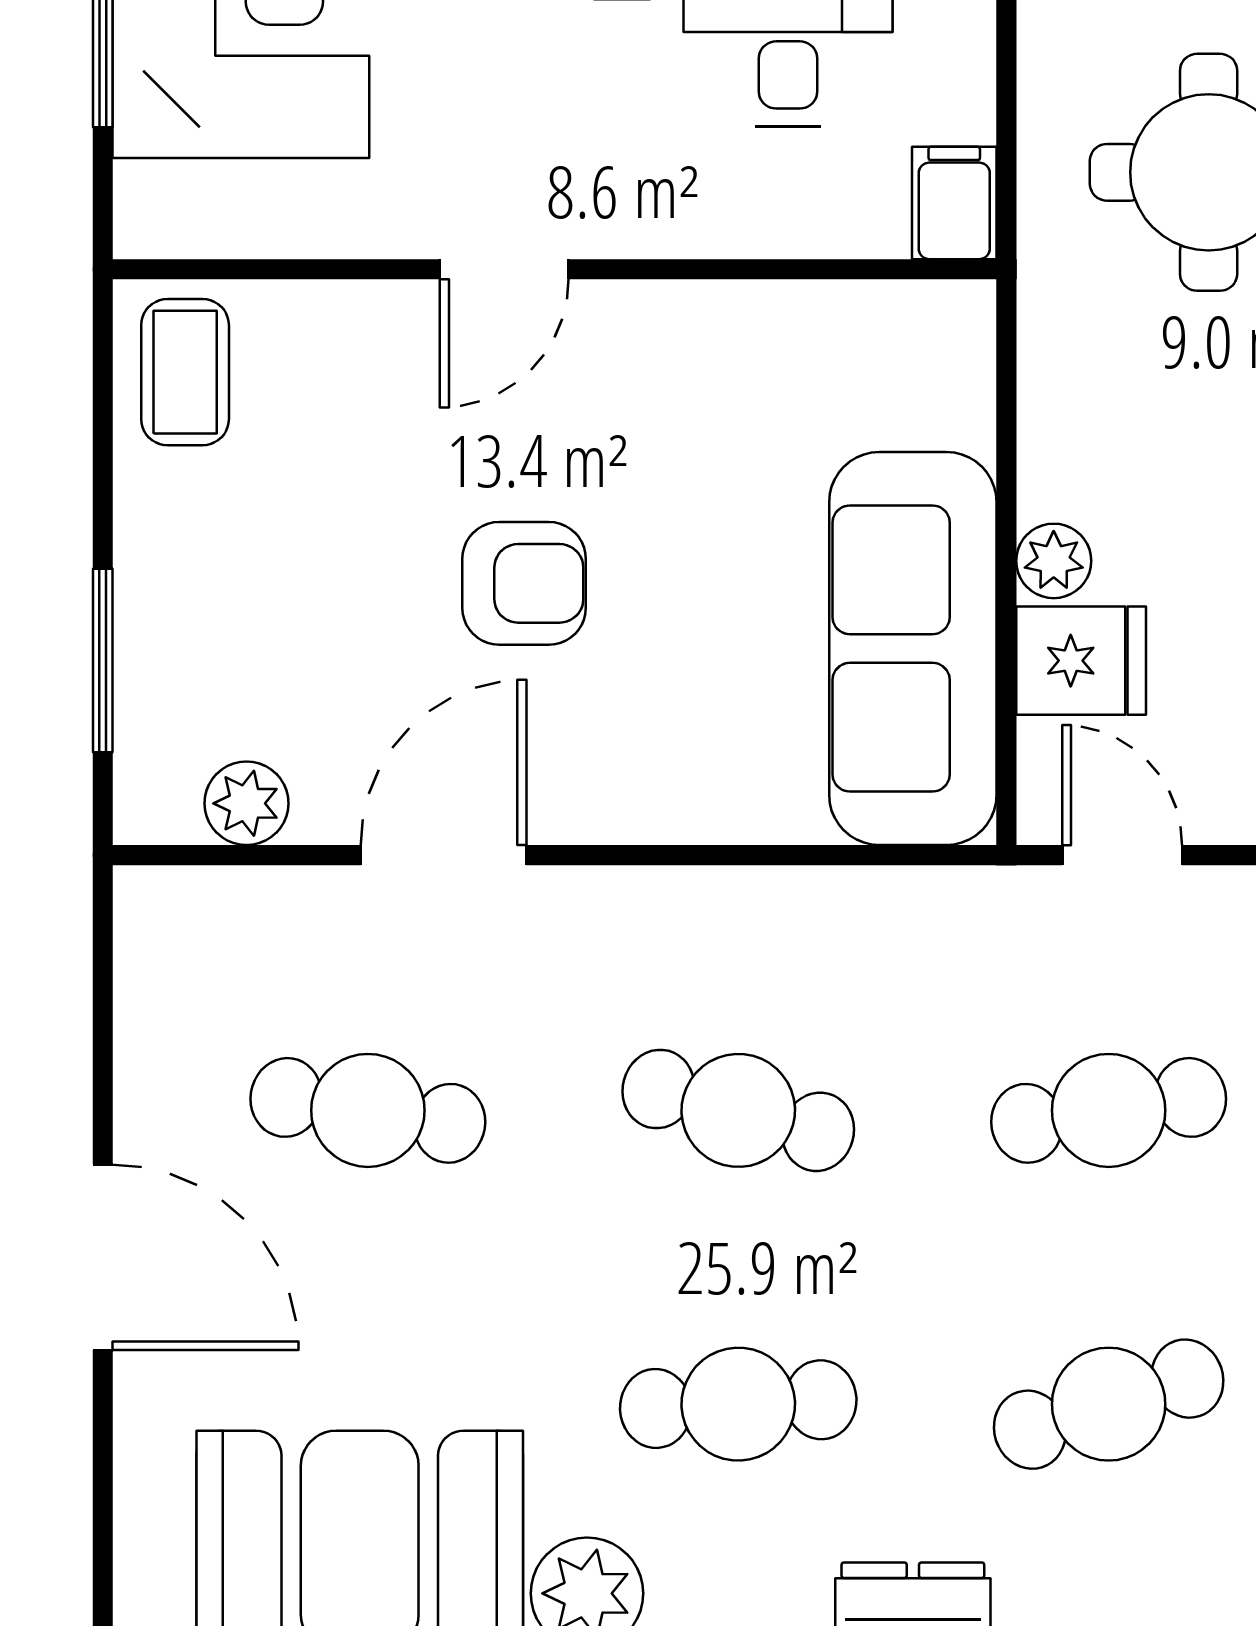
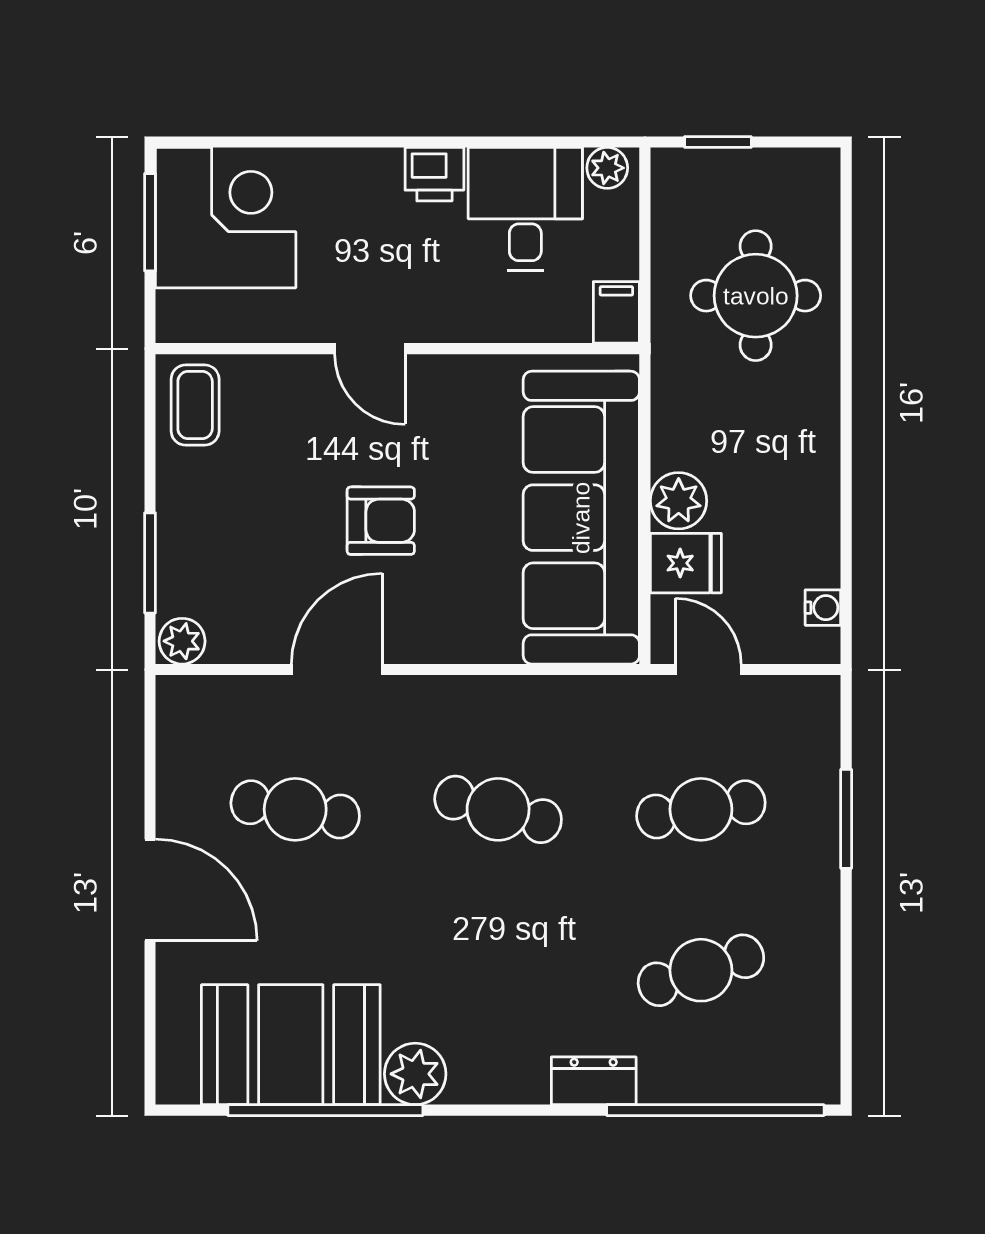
door: (504, 269) -> (370, 349), hinge flipped
plant: (1054, 561) -> (679, 501), width x1.38, depth x1.38
sofa: (913, 649) -> (581, 518), width x1.36, depth x1.27
plant: (246, 803) -> (182, 641), moved
cafe table: (738, 1404) -> (498, 970), removed

